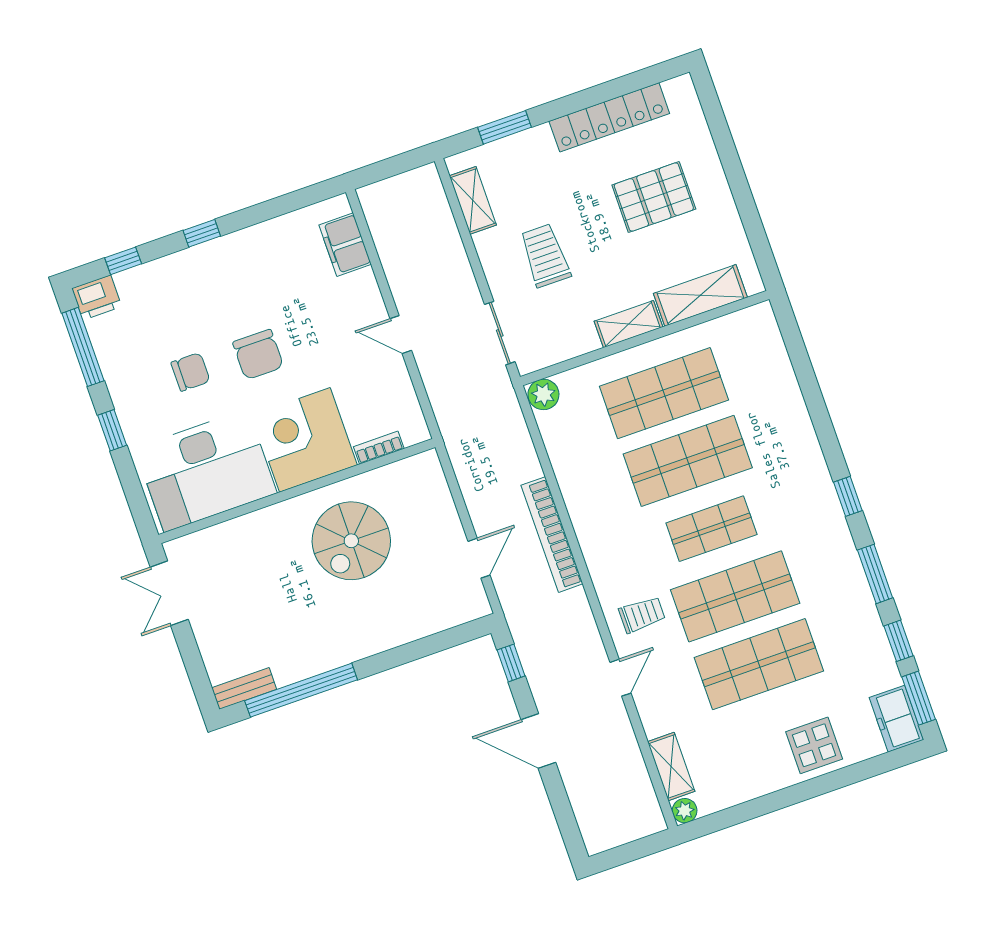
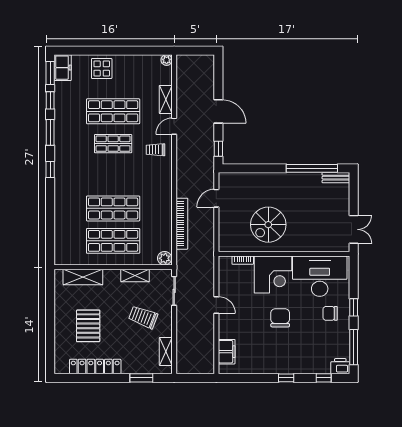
pallet: (654, 197) -> (88, 326), turned 90
trolley: (545, 256) -> (143, 317), turned 111
shelving: (629, 324) -> (135, 276), moved
chair: (191, 372) -> (330, 313), moved
shop shelf: (711, 529) -> (113, 176), removed
bookcase: (552, 535) -> (182, 224), moved
spiral stairs: (351, 541) -> (268, 225), turned 180
shop shelf: (735, 596) -> (113, 144), width x0.70, depth x0.74
shelving: (671, 767) -> (166, 99), moved

